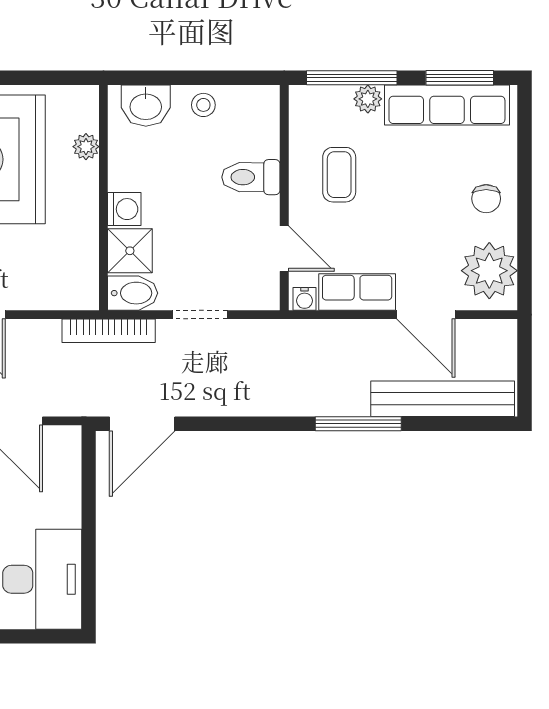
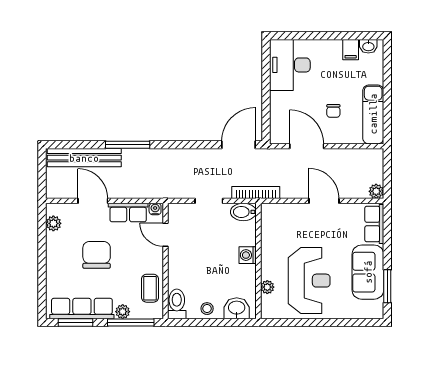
coffee table: (339, 175) -> (150, 288), moved
toilet: (251, 177) -> (177, 304), moved, turned -90
chair: (486, 199) -> (97, 255), moved, width x1.87, depth x1.87
shower: (130, 251) -> (245, 234), removed
plant: (489, 271) -> (53, 223), width x0.53, depth x0.53

